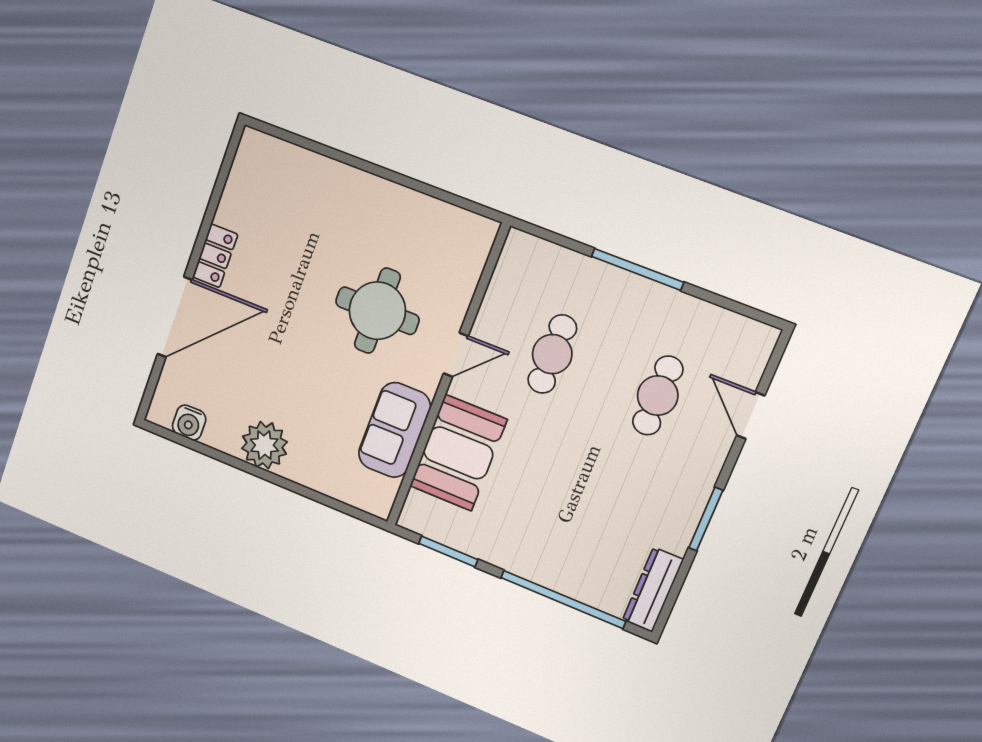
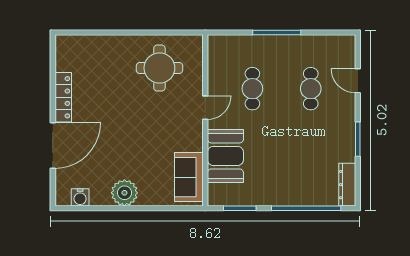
locker: (215, 256) -> (63, 97), width x1.53
round table: (377, 311) -> (159, 68), moved
sofa: (394, 430) -> (189, 177), moved

